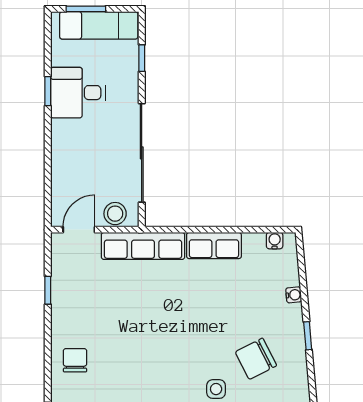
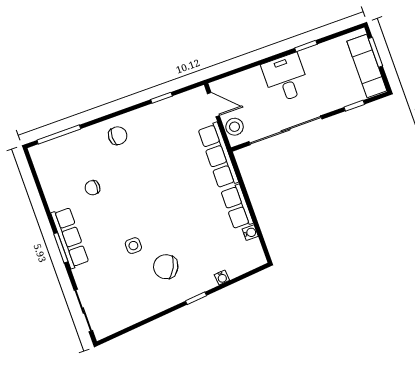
desk: (78, 93) -> (286, 78), moved
water cooler: (275, 241) -> (250, 233), moved
chair: (256, 359) -> (166, 267), turned -36

